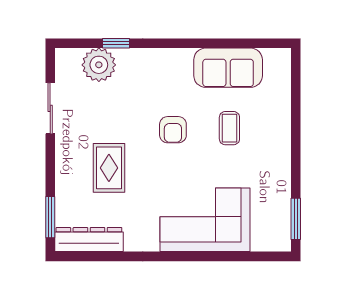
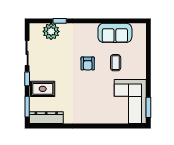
window: (50, 161) -> (27, 79), added
rug: (109, 168) -> (43, 89), moved, turned 90
corner sofa: (205, 220) -> (130, 102), moved, turned -90

